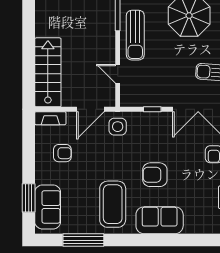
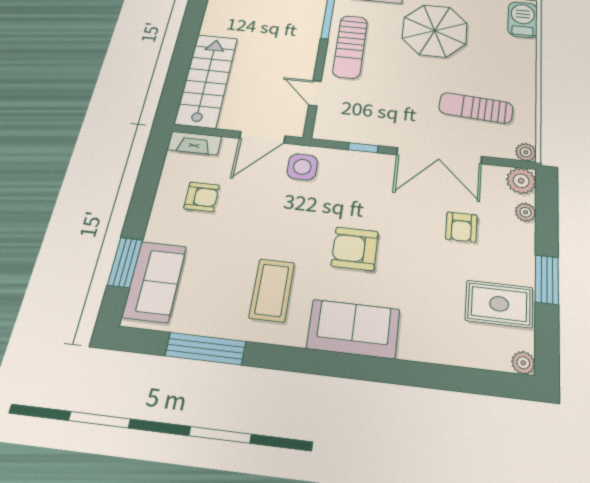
coffee table: (113, 204) -> (272, 290), width x0.73, depth x0.76

